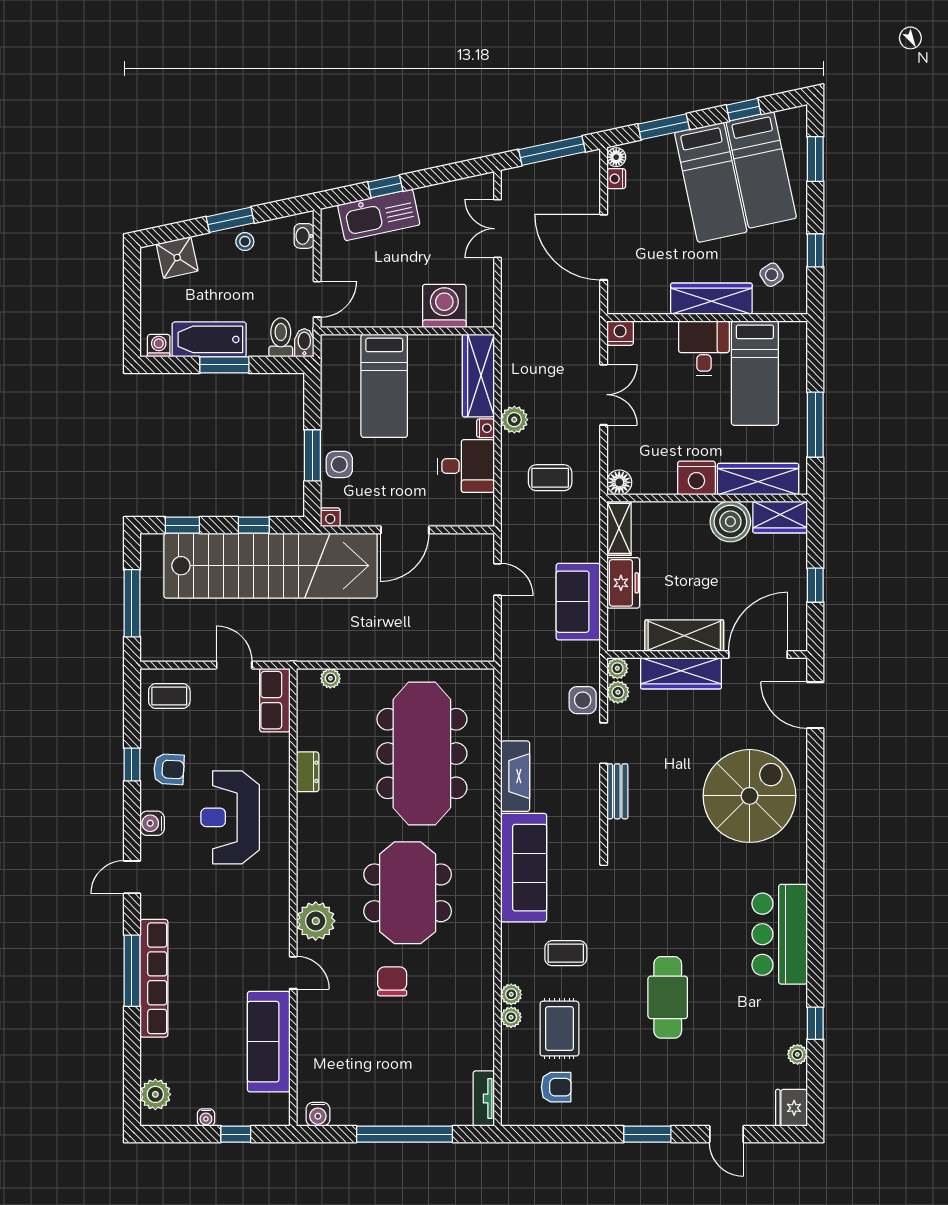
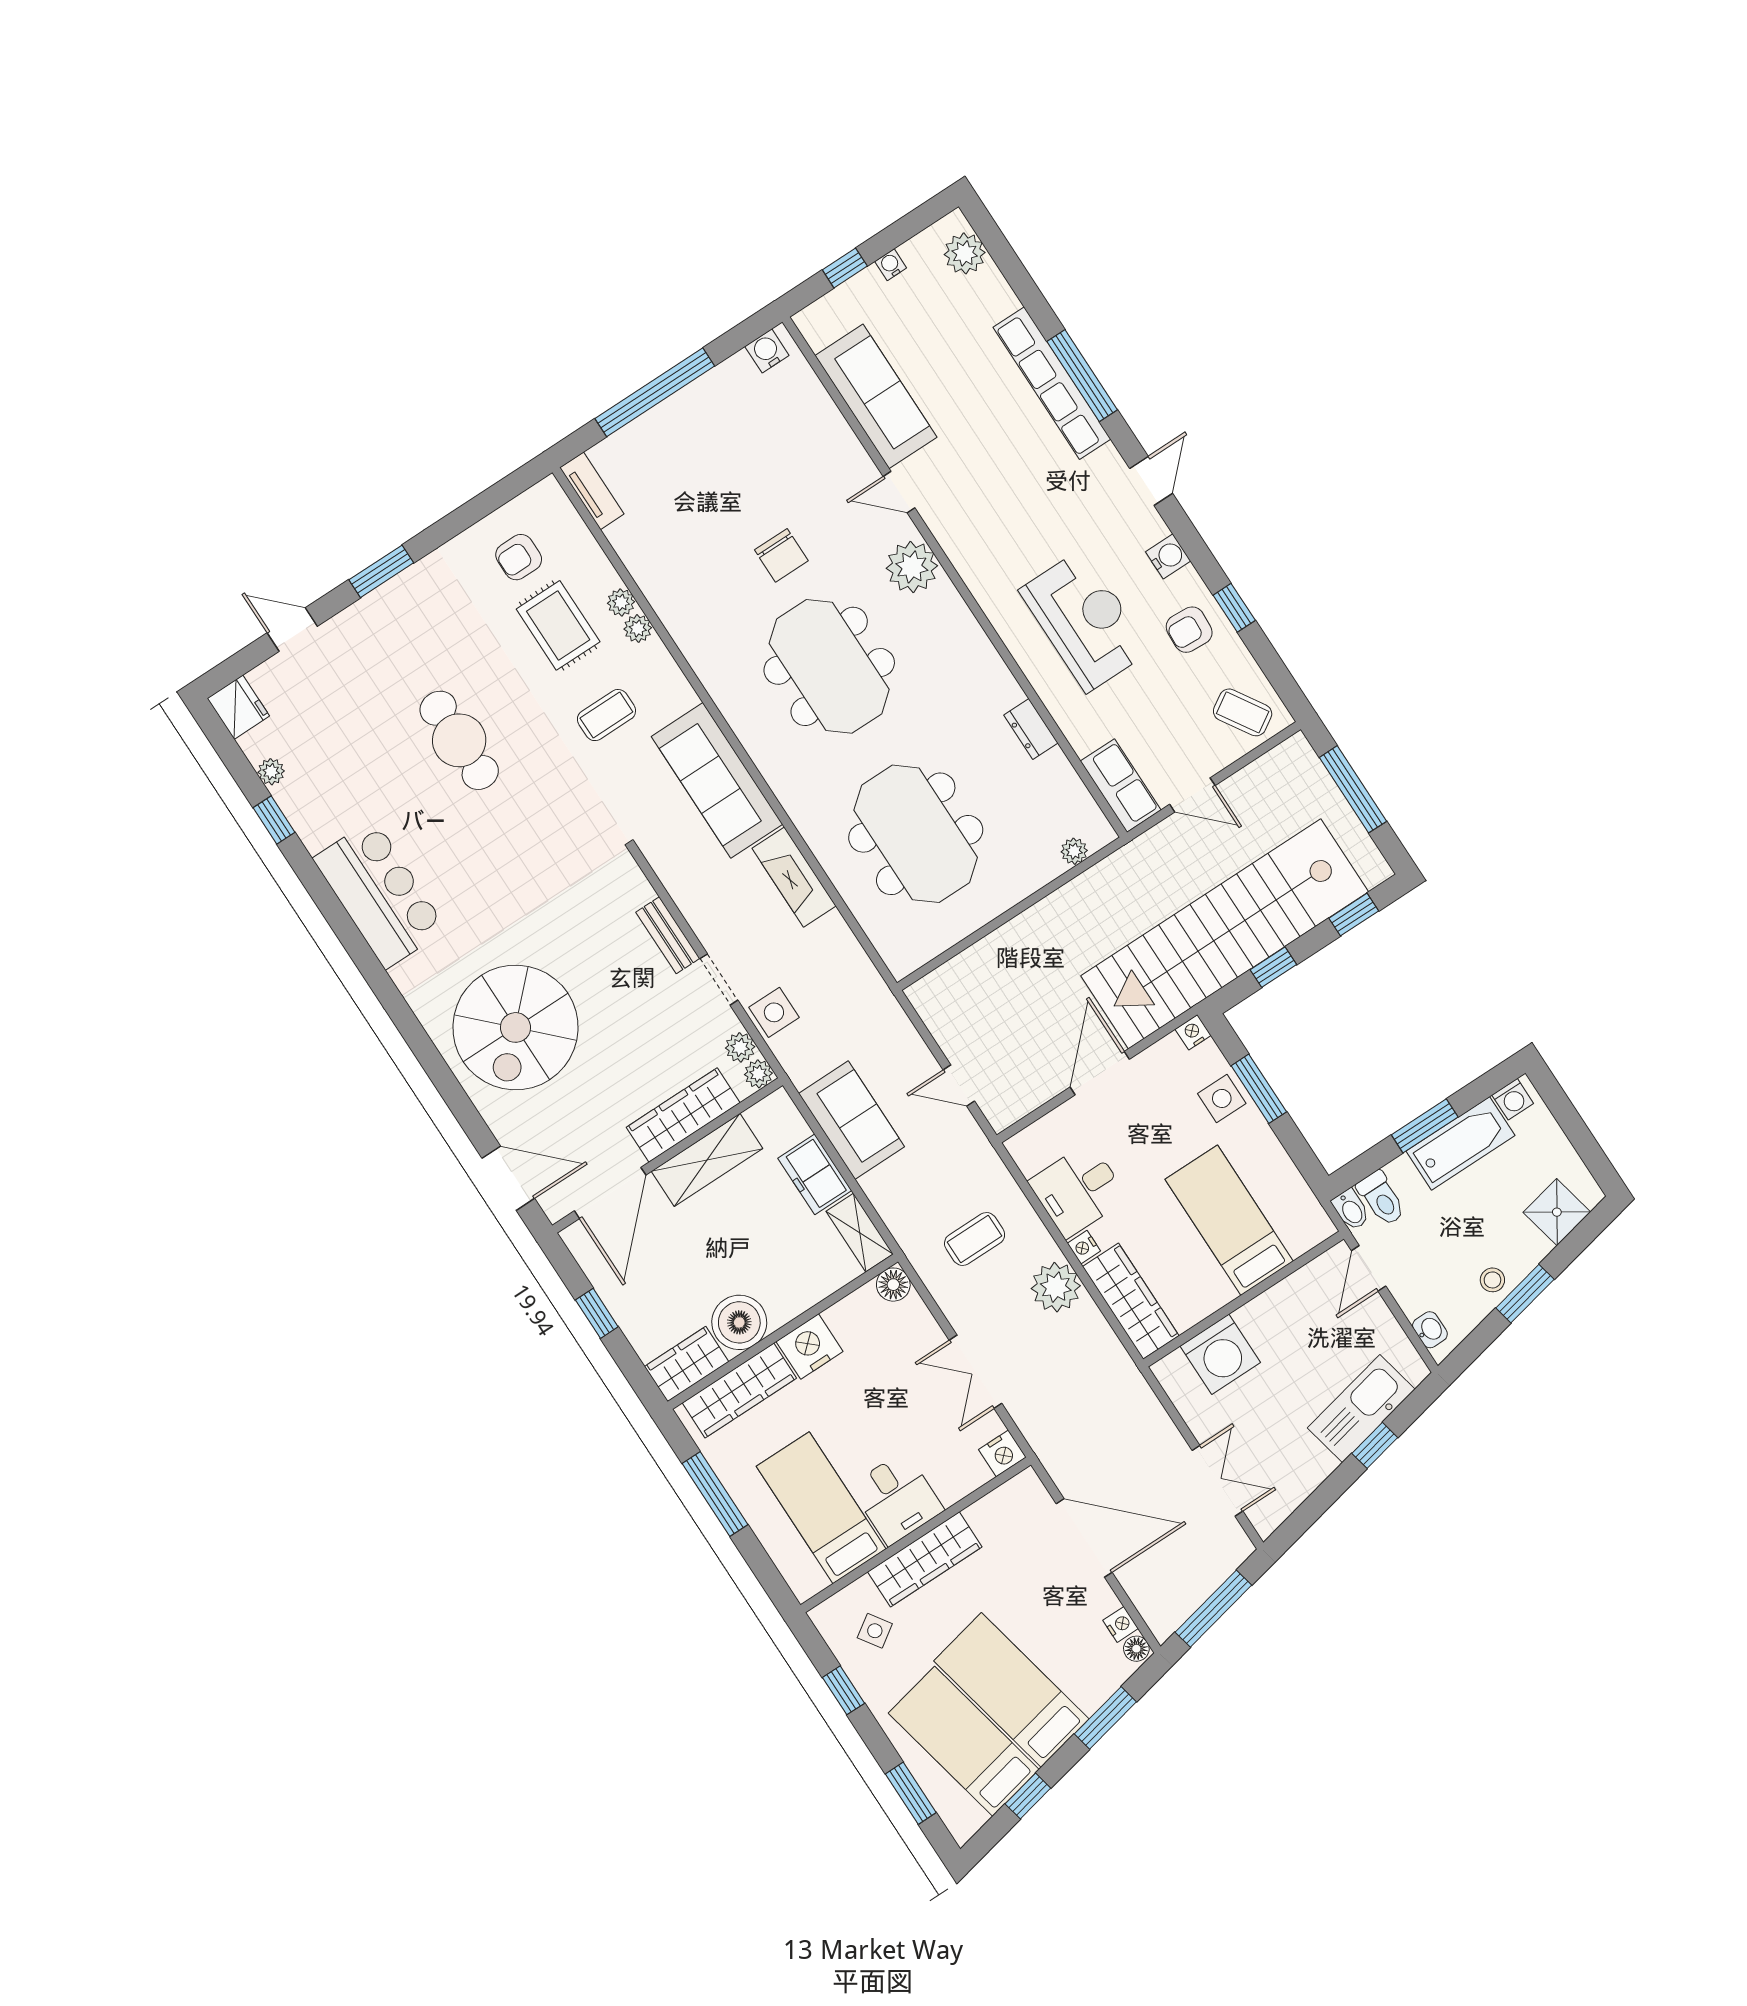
plant: (514, 420) -> (1056, 1287), width x1.36, depth x1.36
coffee table: (169, 696) -> (1243, 712), turned 58
meeting table: (422, 754) -> (916, 834), width x0.73

